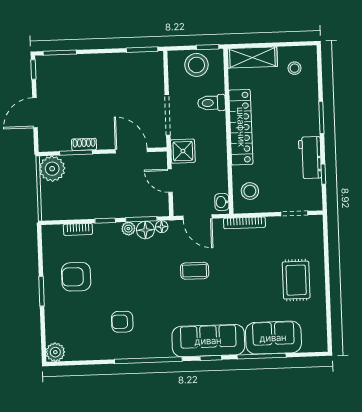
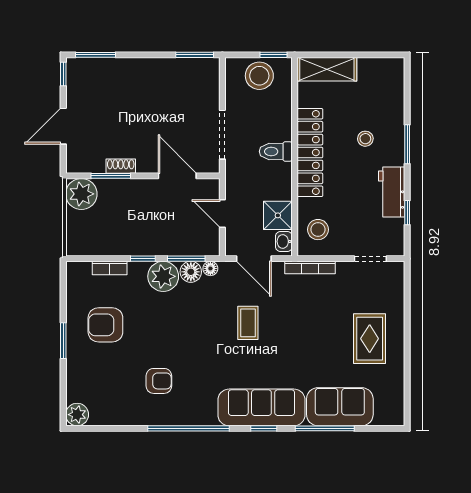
stool: (295, 68) -> (365, 139), moved
toilet: (211, 103) -> (276, 151), moved
shower: (183, 151) -> (278, 215), moved
plant: (128, 229) -> (163, 276), width x1.88, depth x1.88
coffee table: (195, 271) -> (248, 323), turned 90
armchair: (122, 322) -> (159, 381), turned 180

